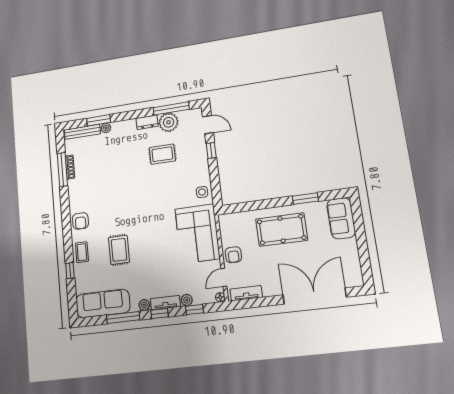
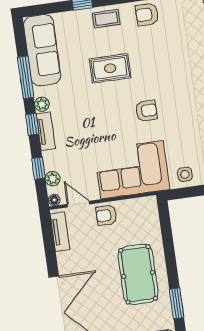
armchair: (152, 222) -> (146, 111), added
plant: (187, 300) -> (53, 179), moved

